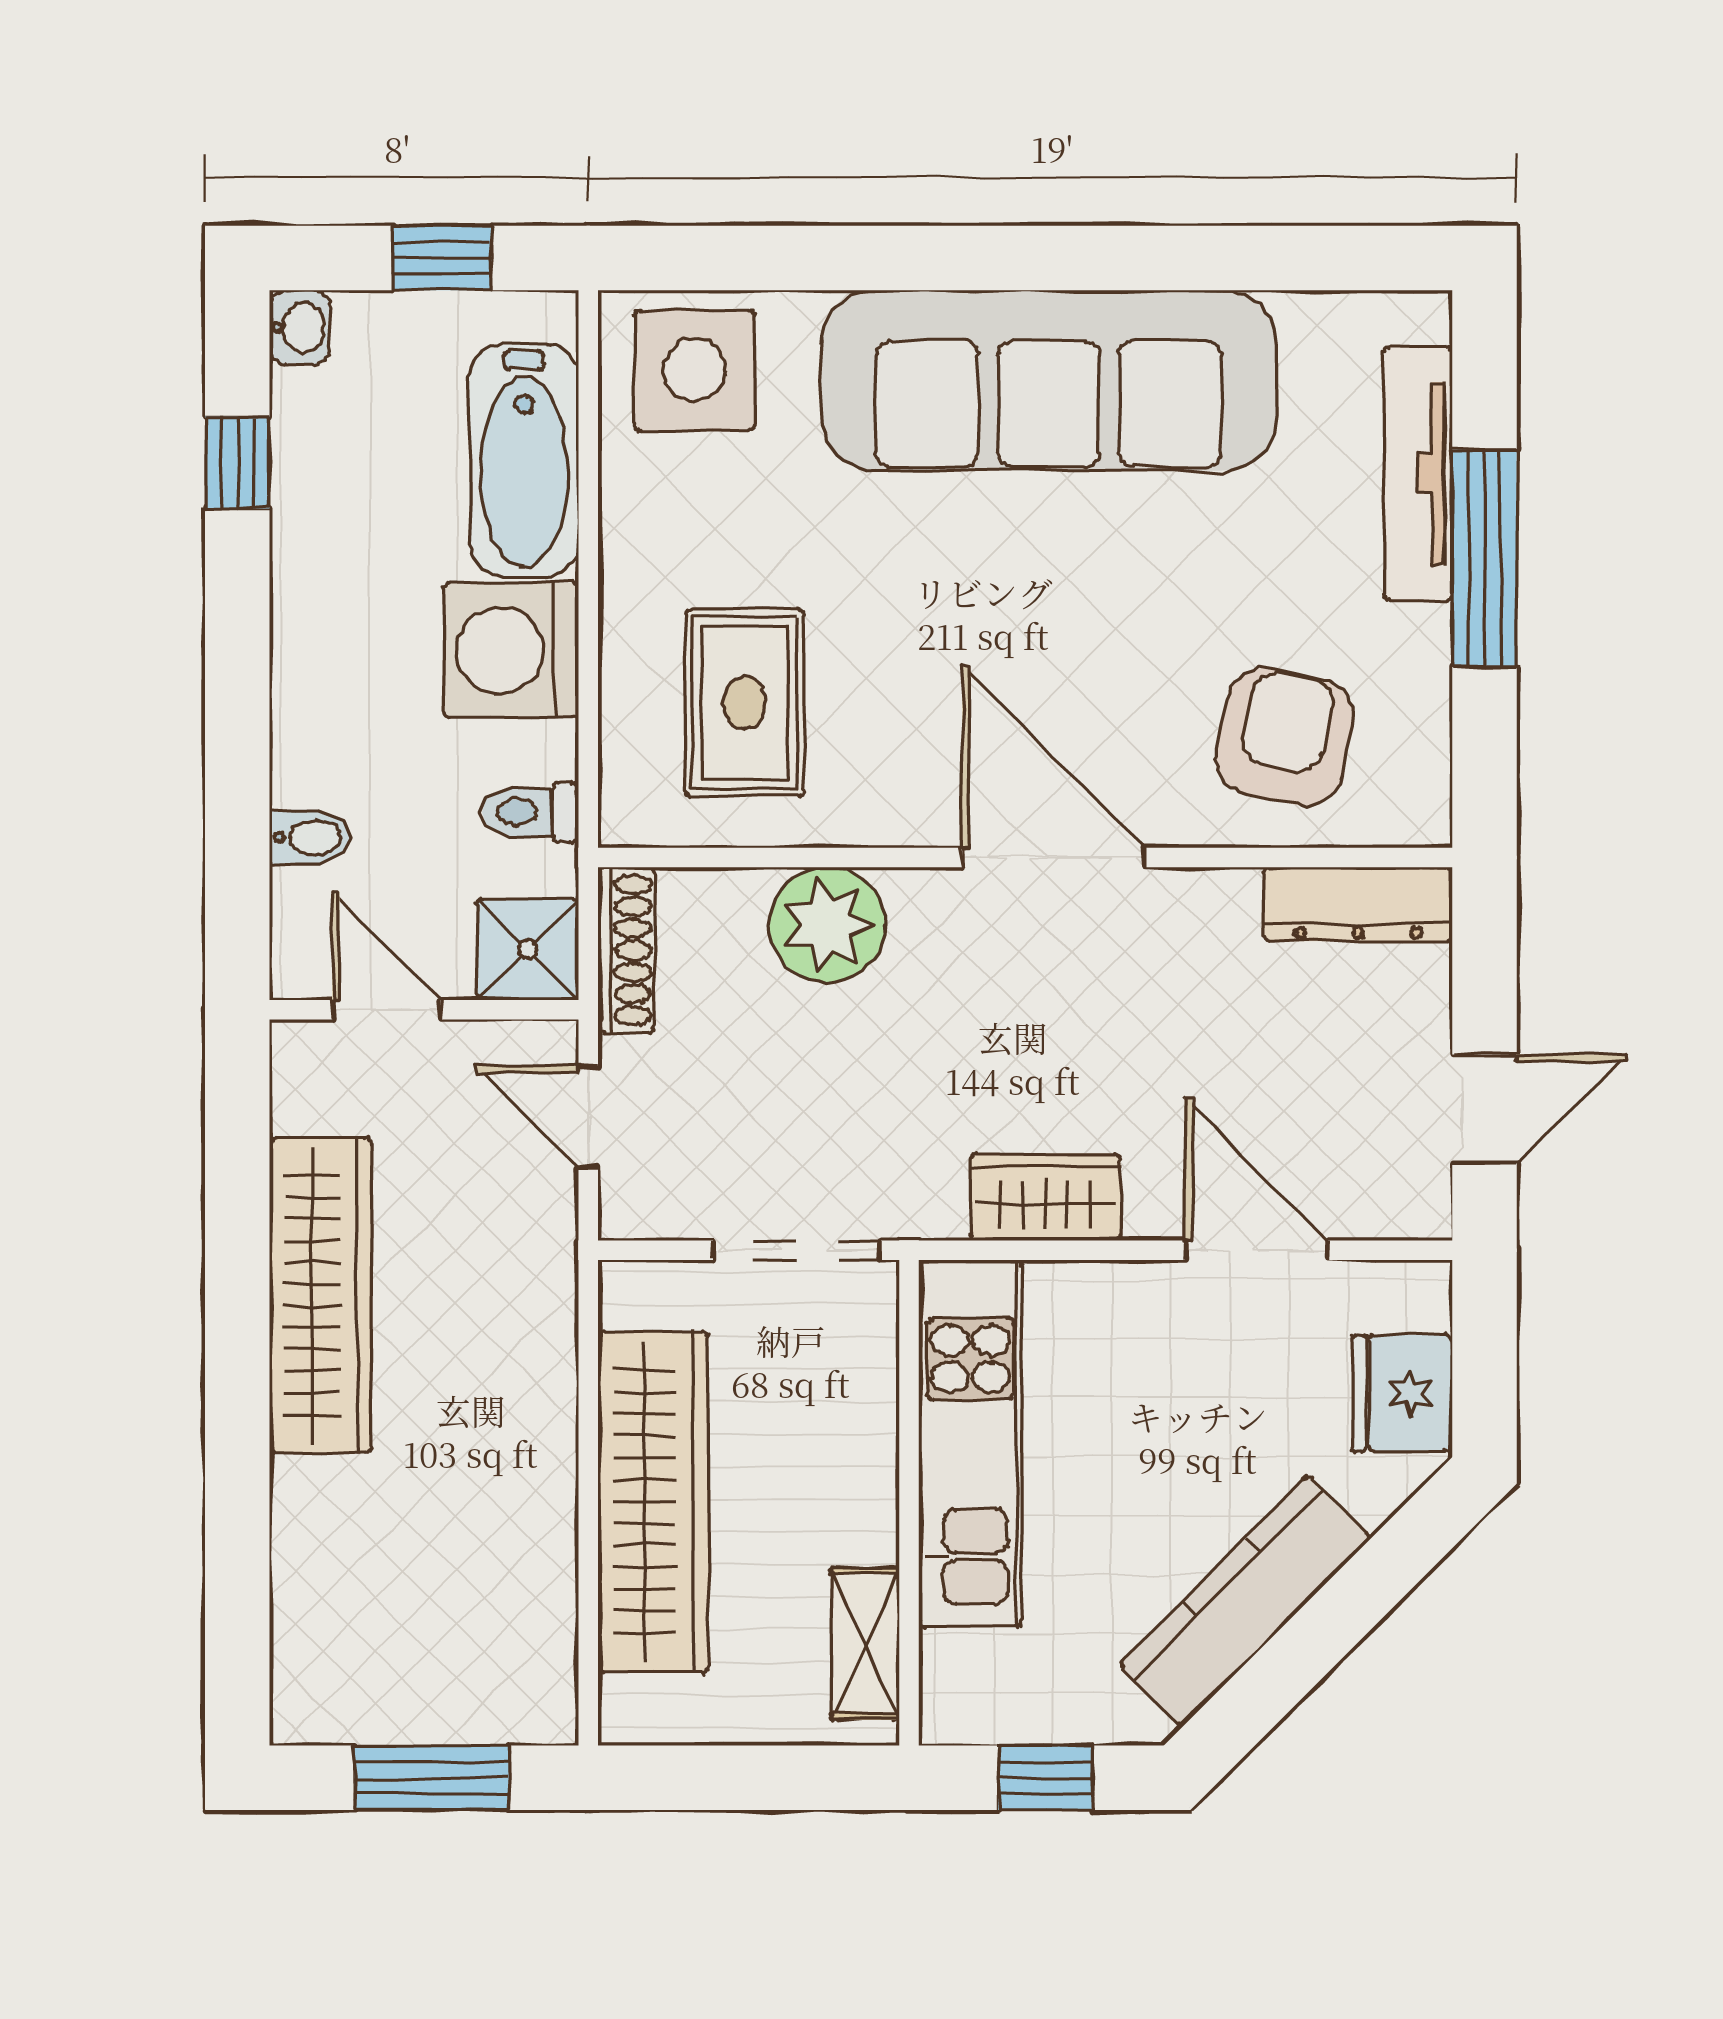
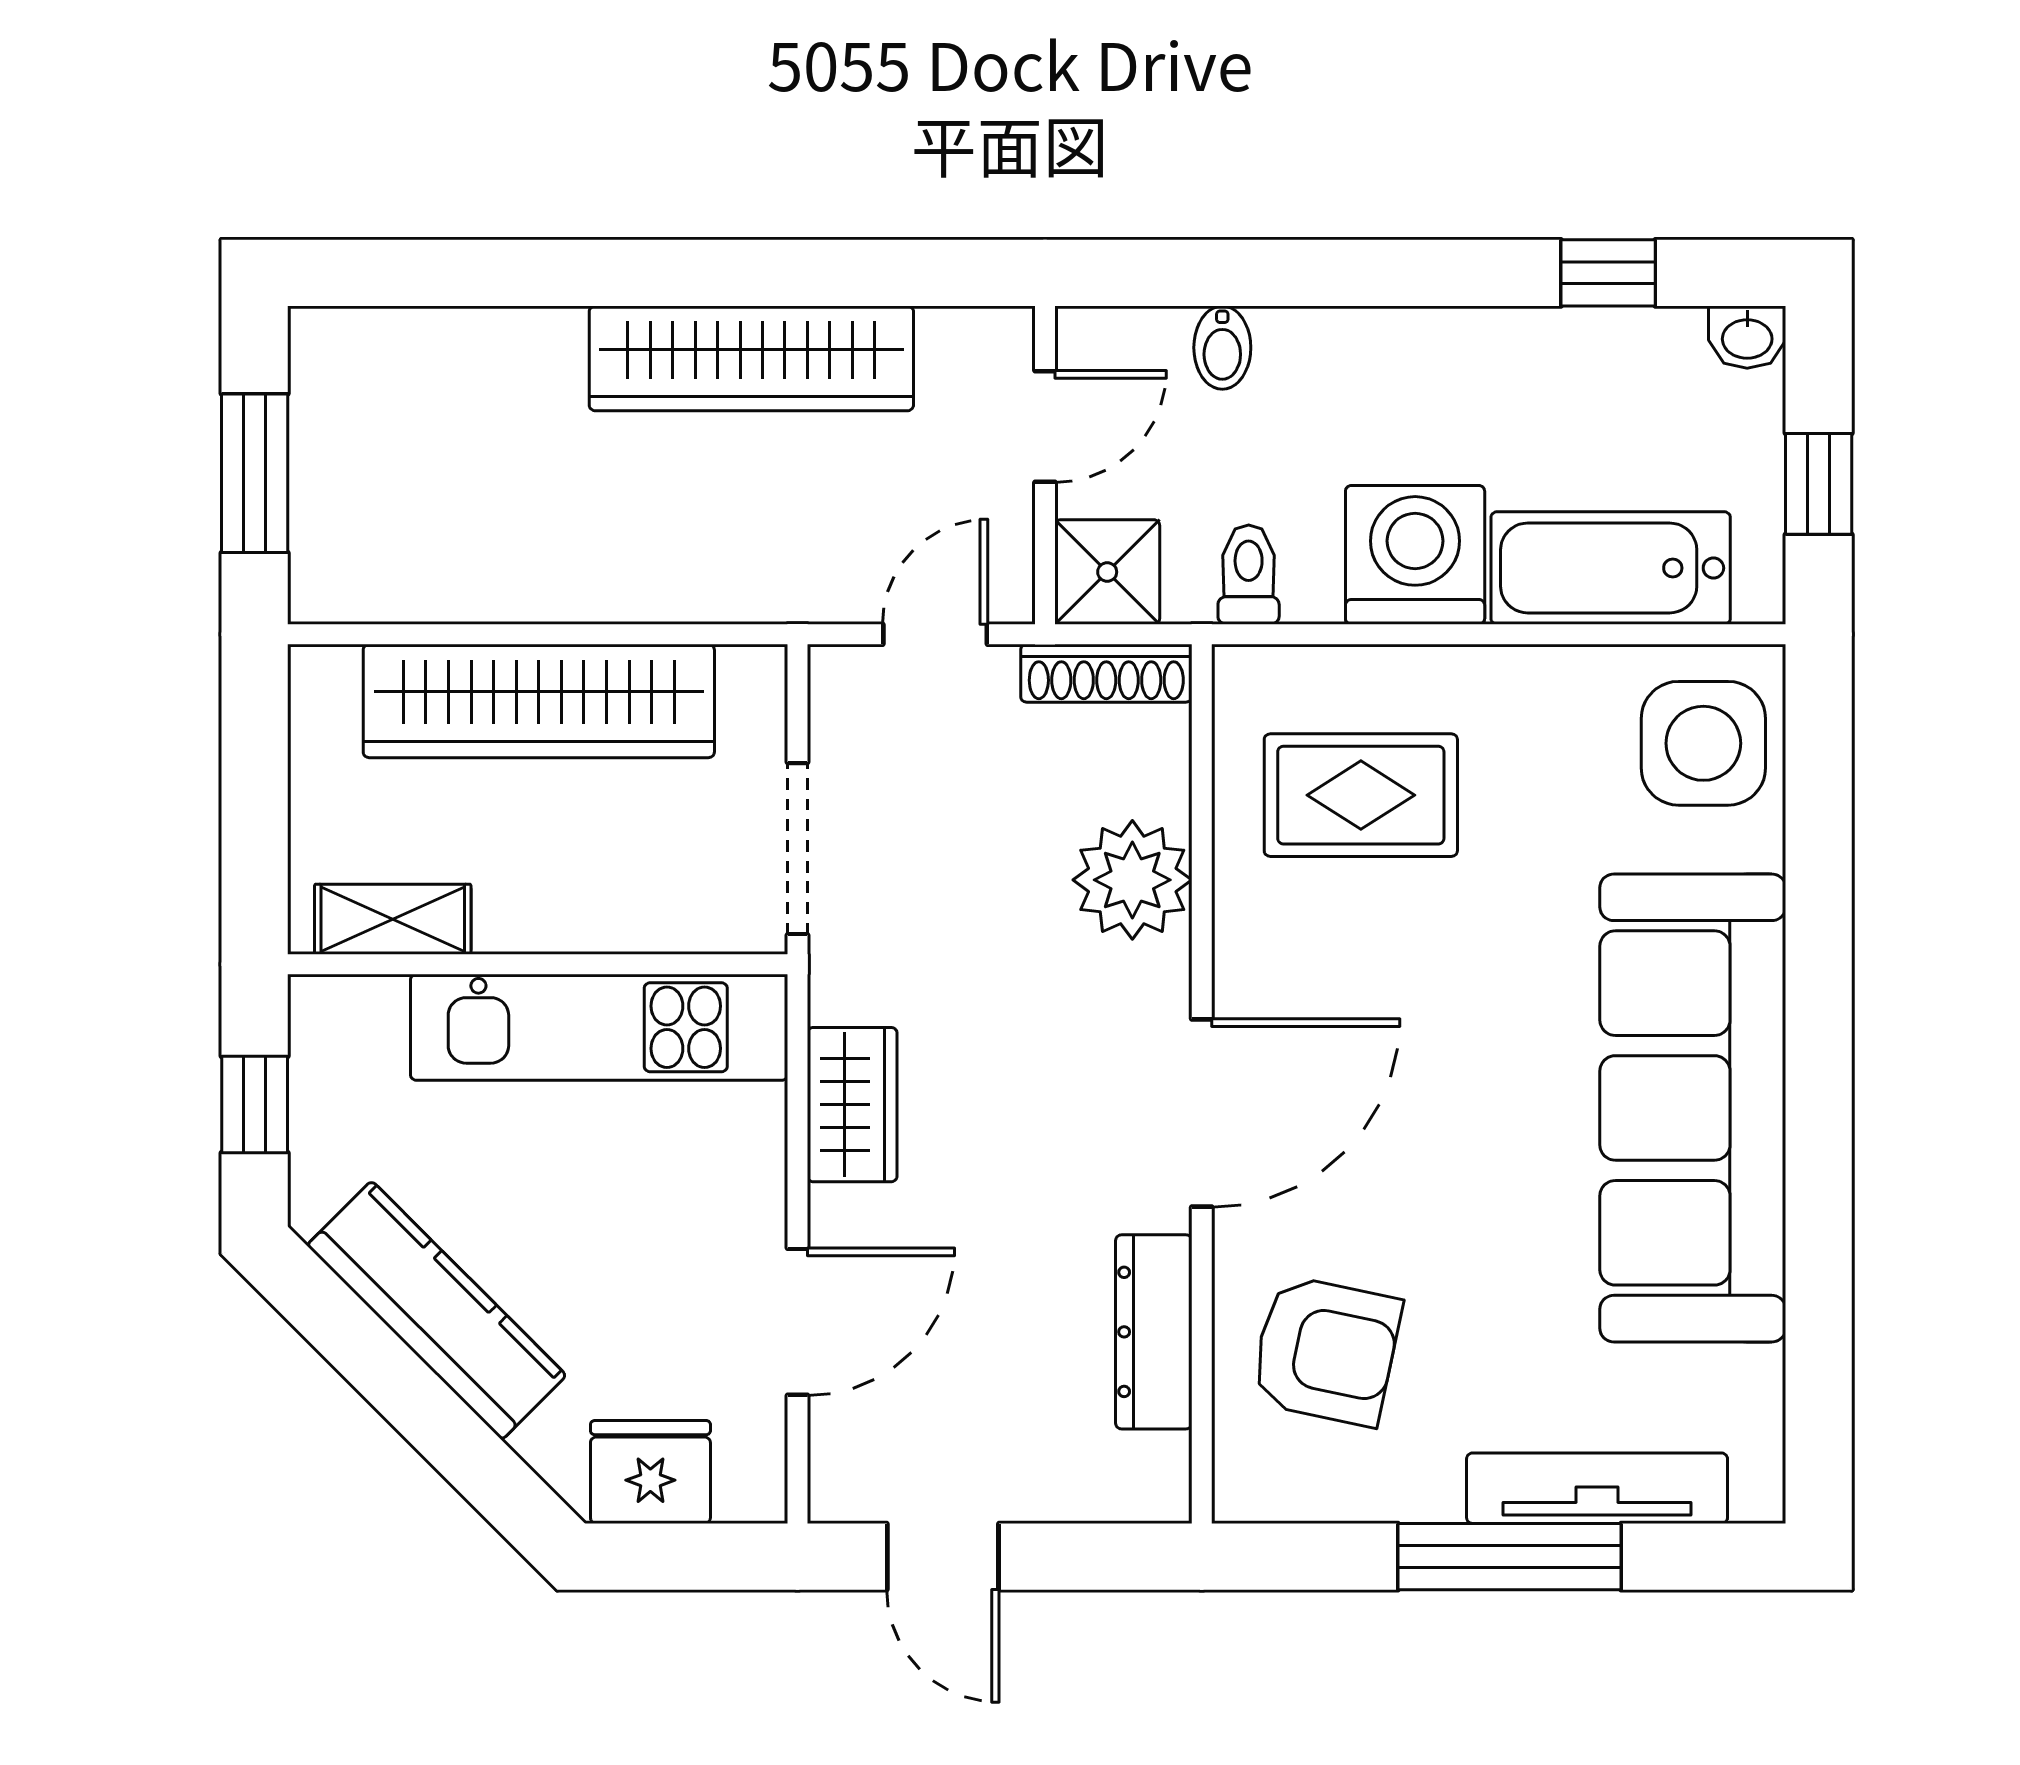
dresser: (1358, 904) -> (1154, 1332), moved

